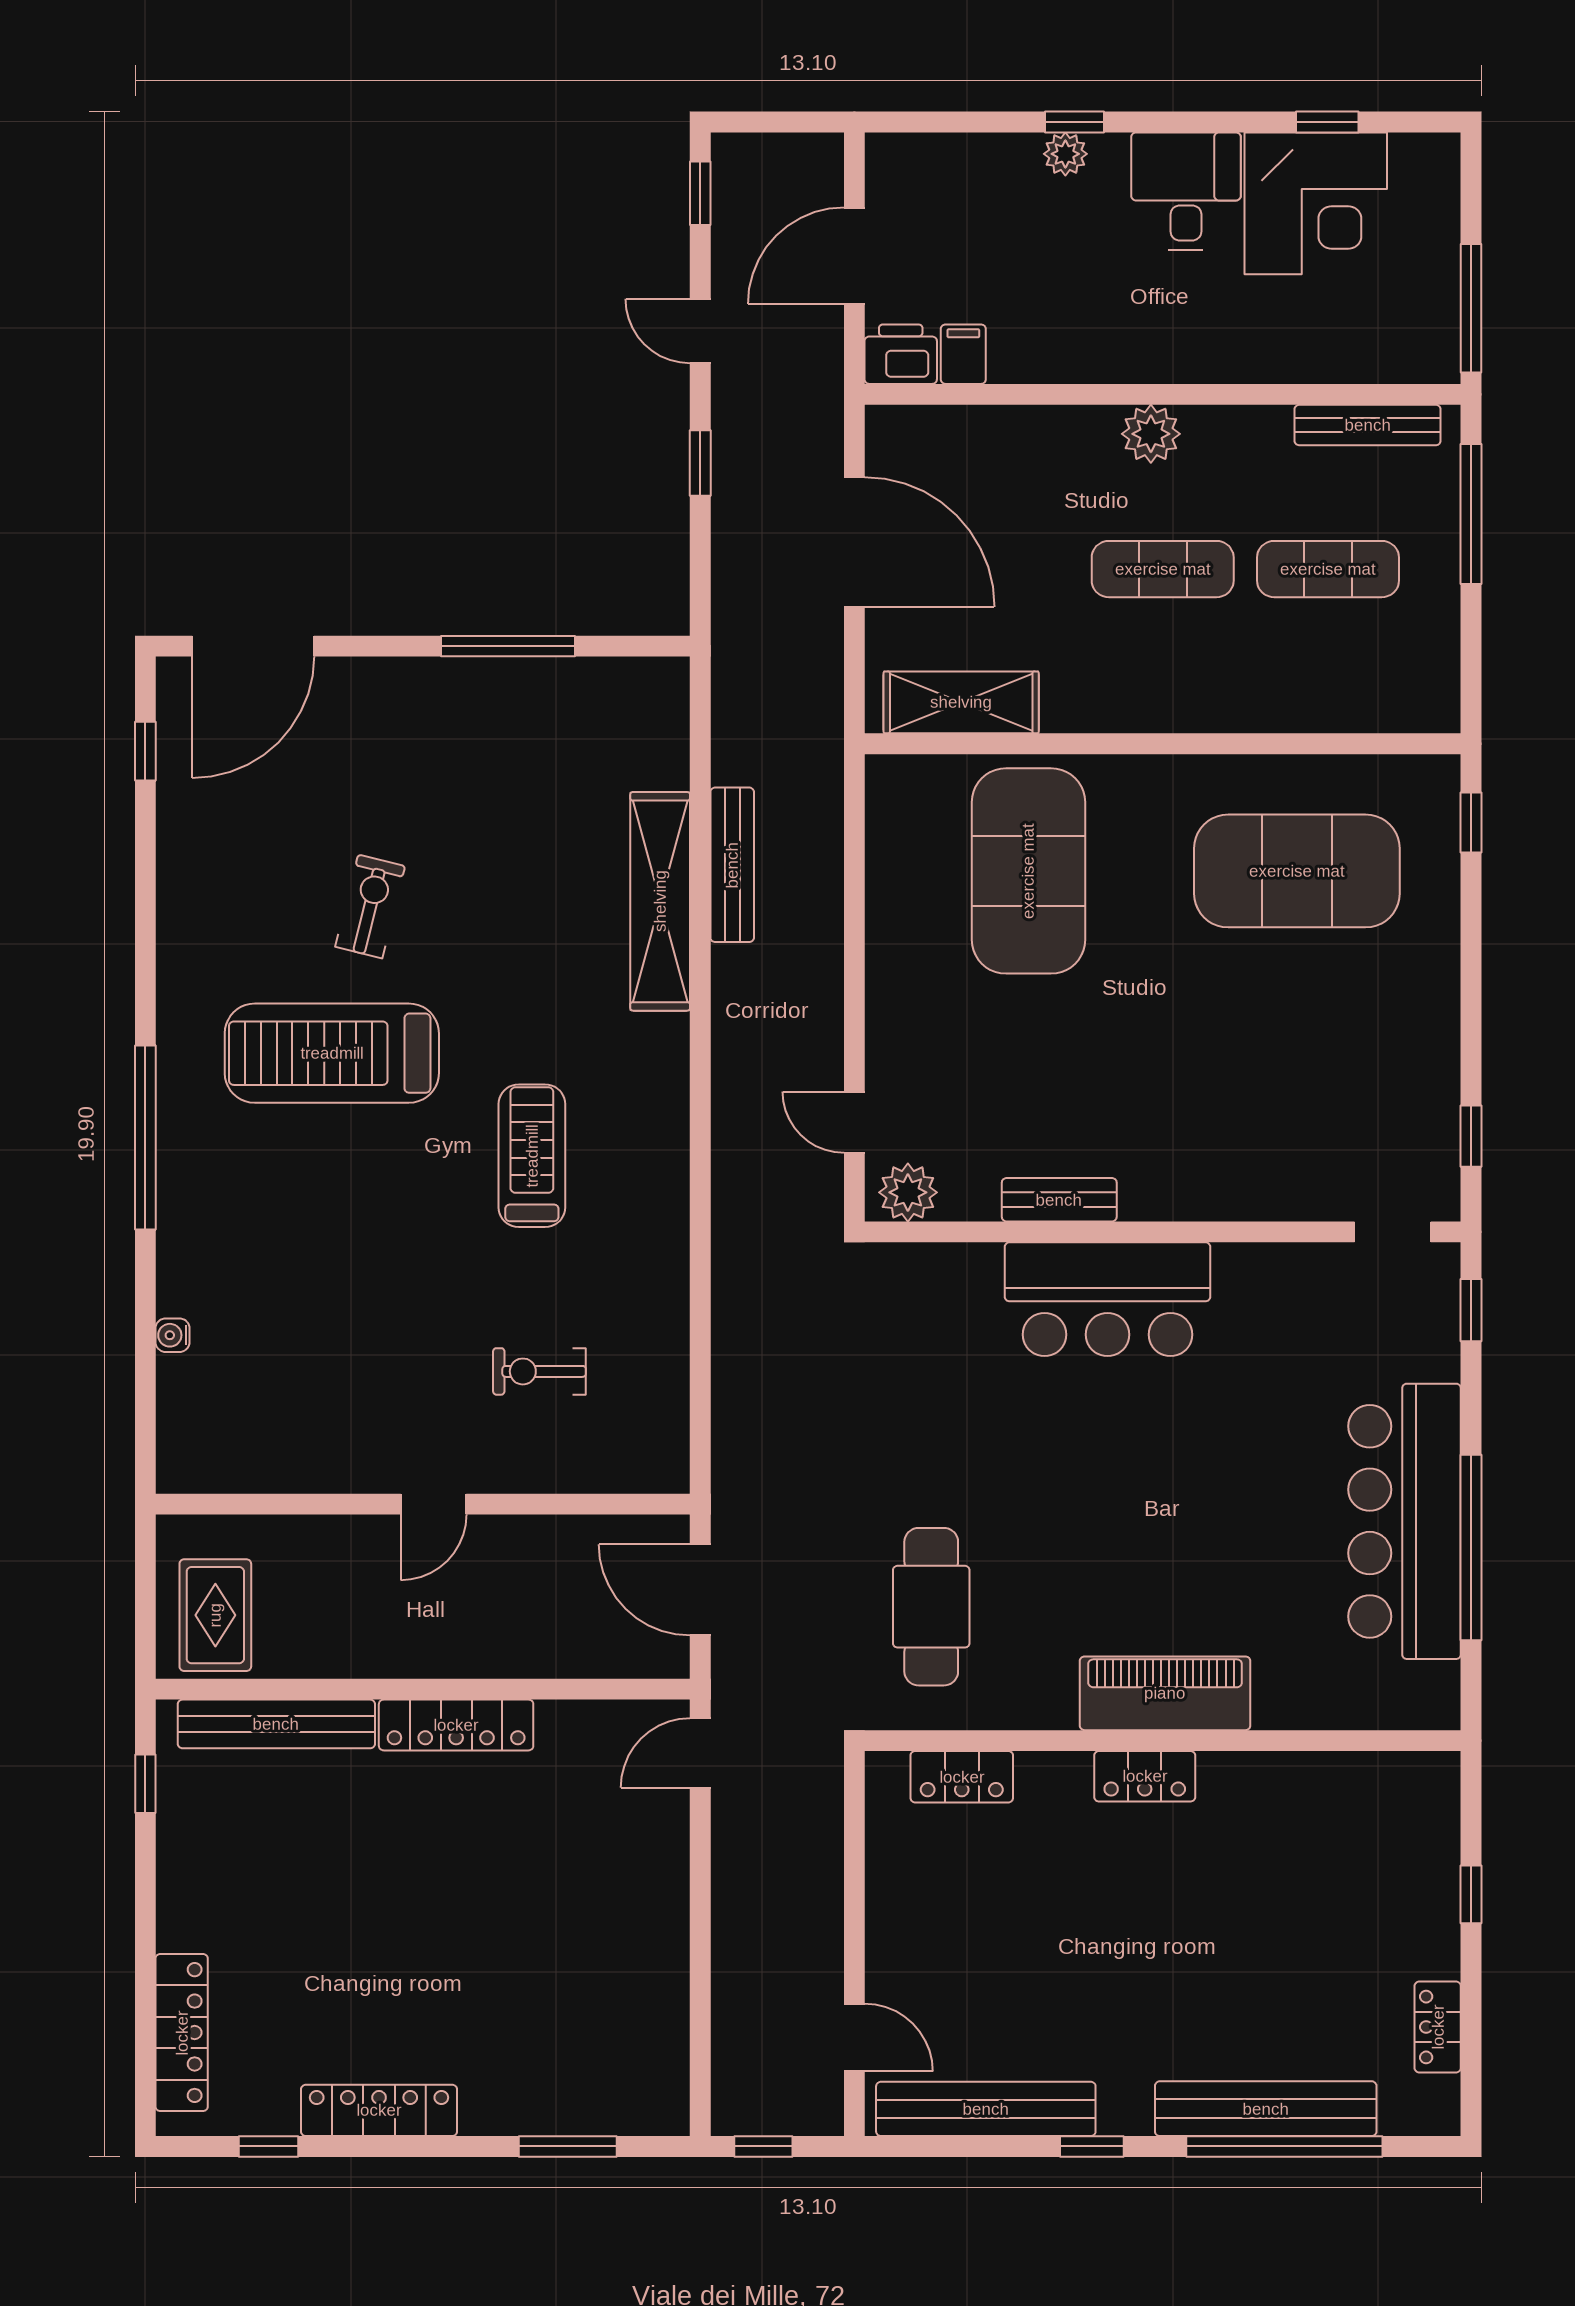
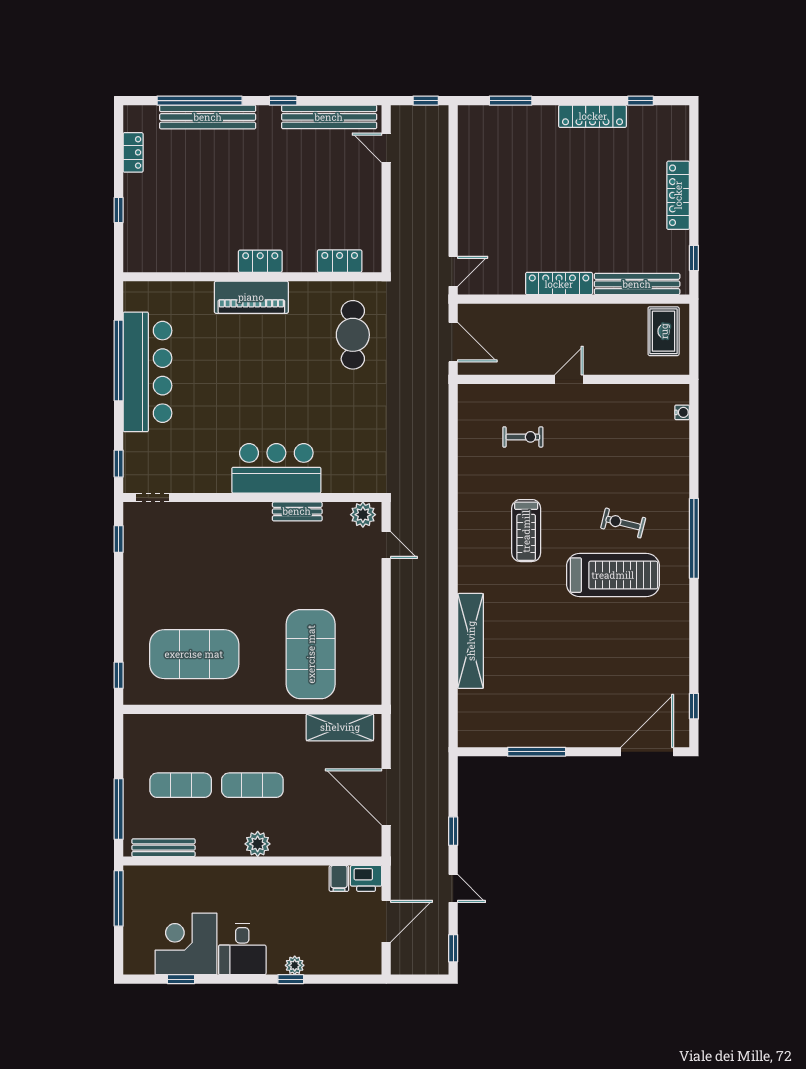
bench: (732, 865) -> (439, 657), removed
exercise bike: (370, 906) -> (623, 523), moved, turned 90
water cooler: (173, 1335) -> (682, 412), moved
locker: (182, 2033) -> (678, 195), moved

